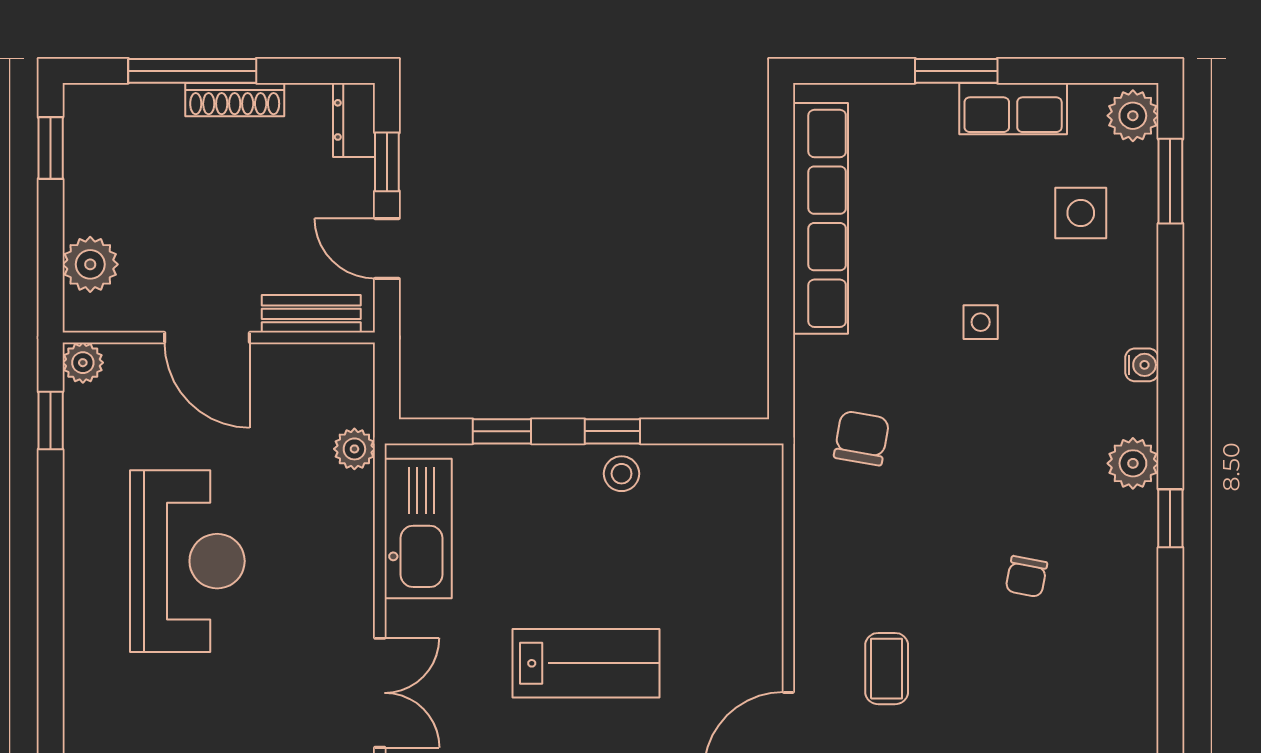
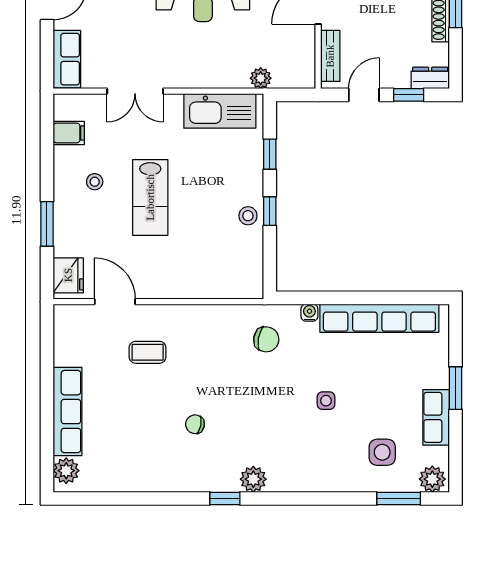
water cooler: (1142, 365) -> (309, 313), moved, turned 180

